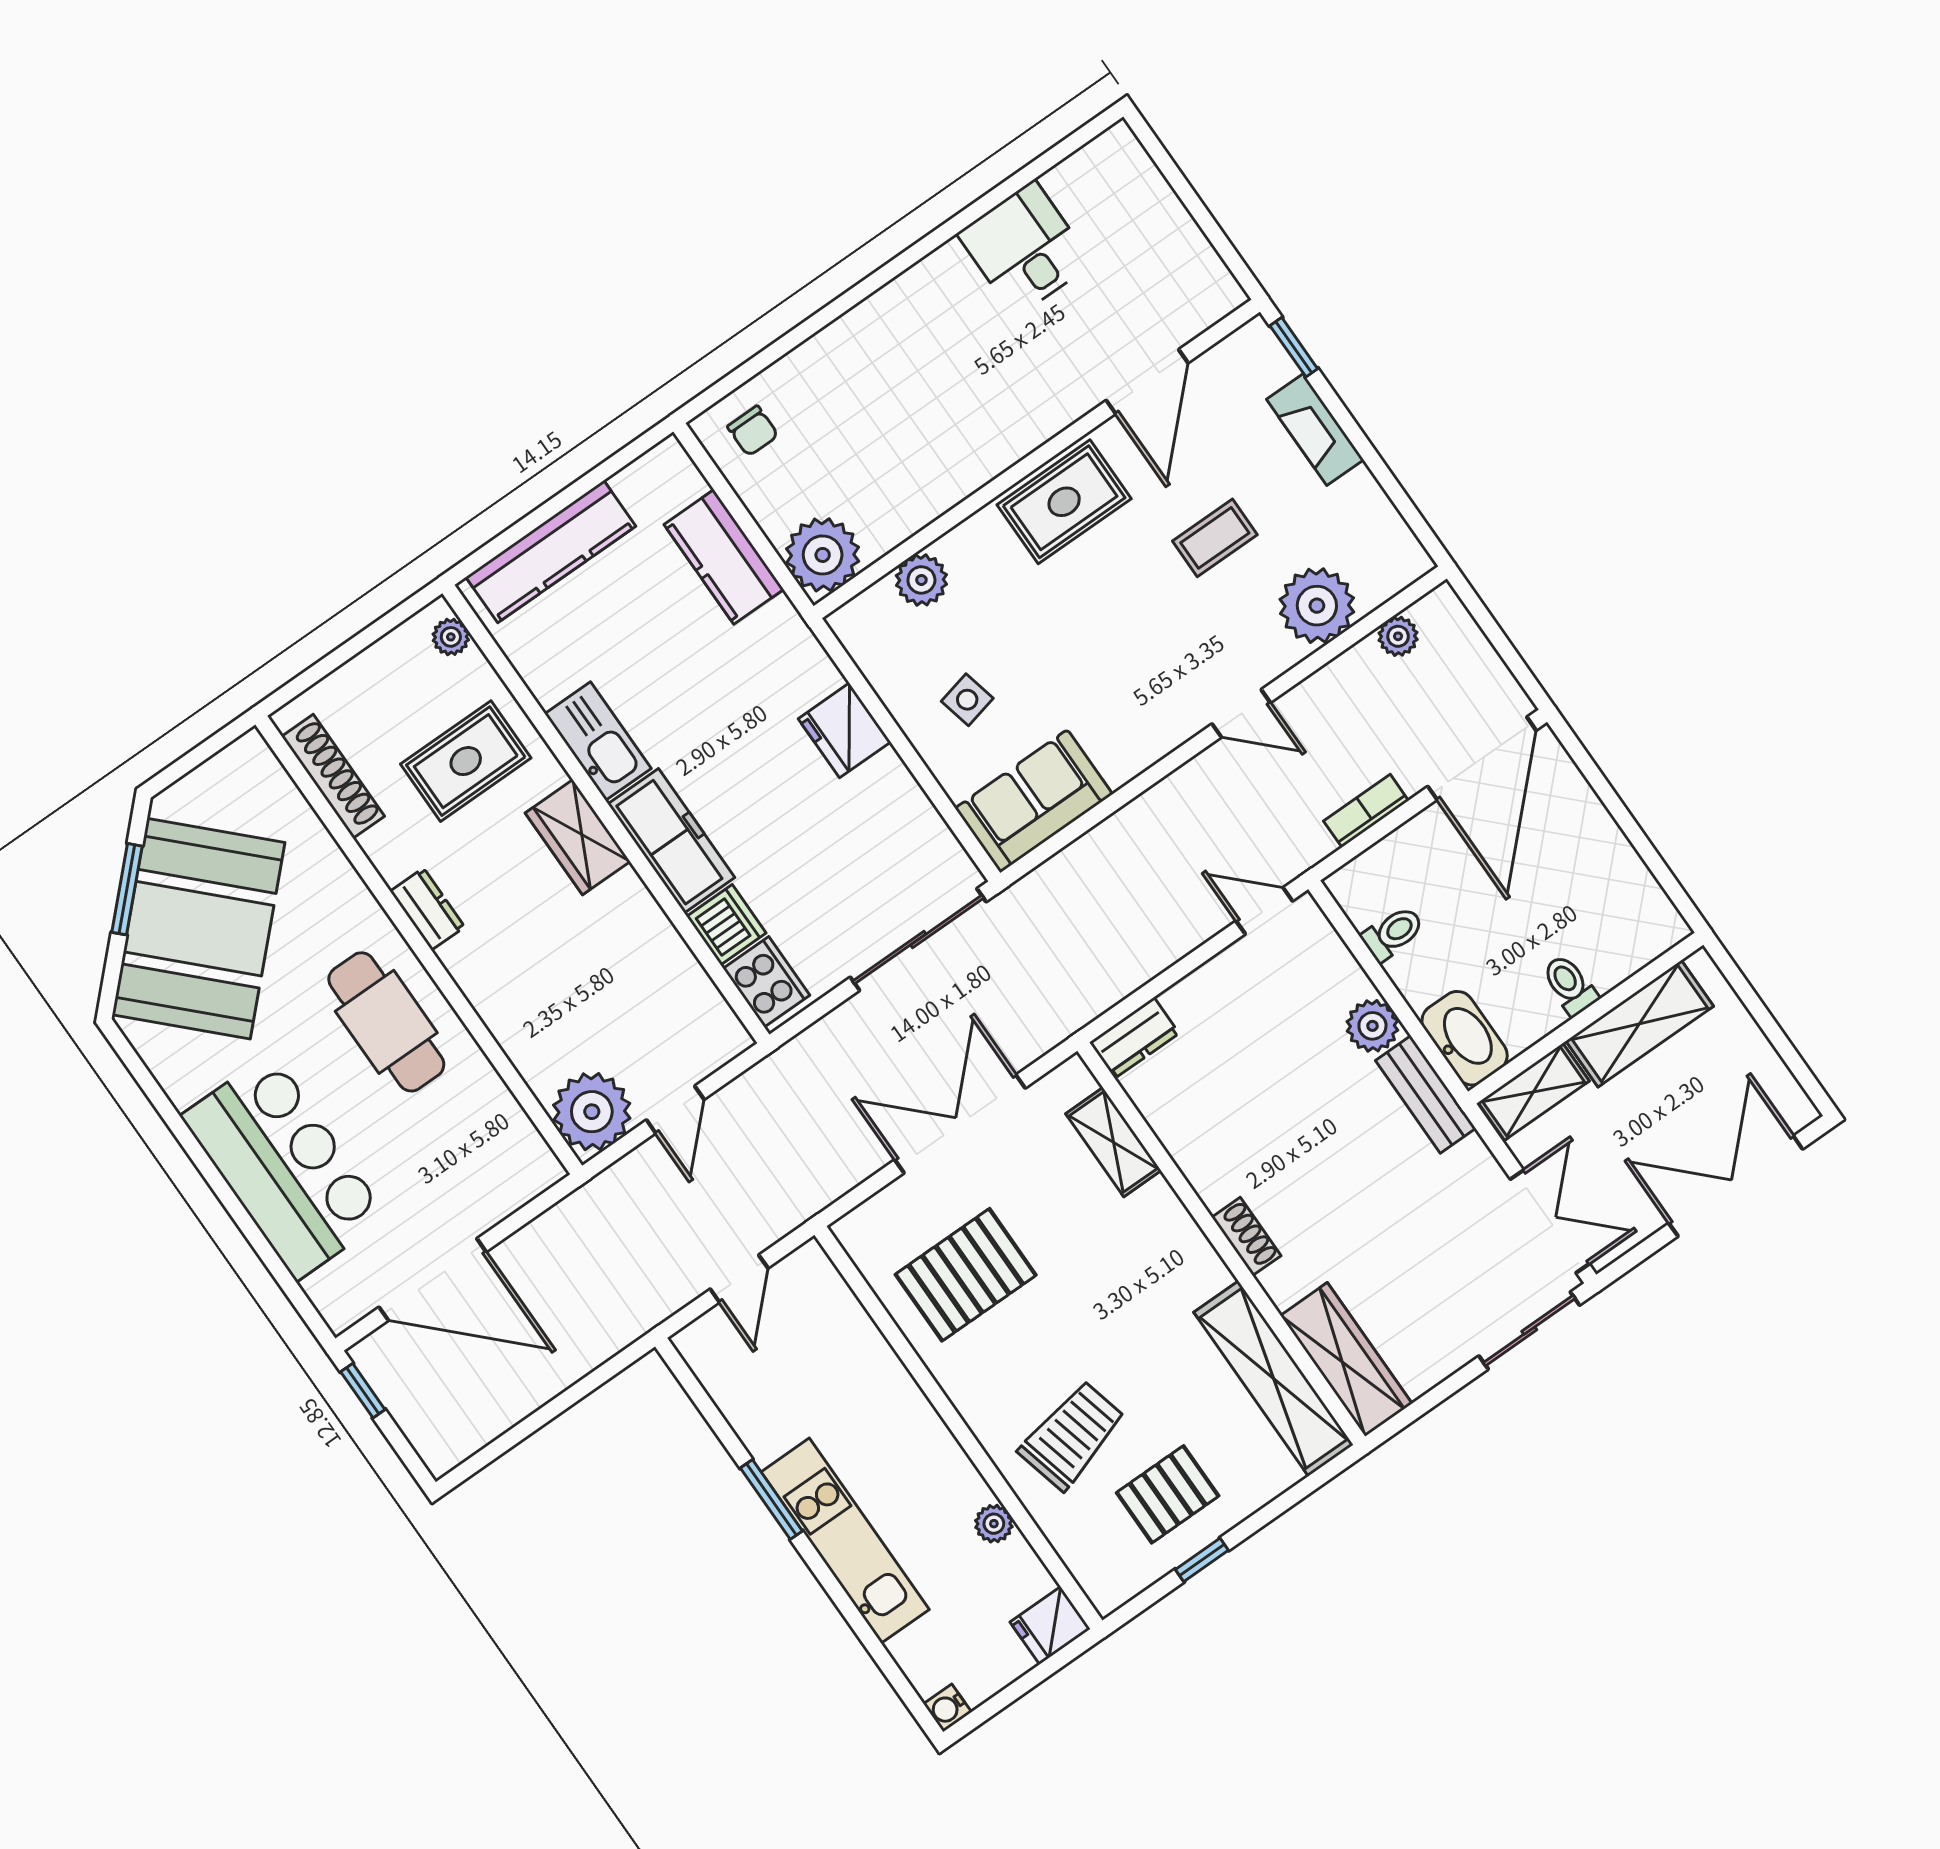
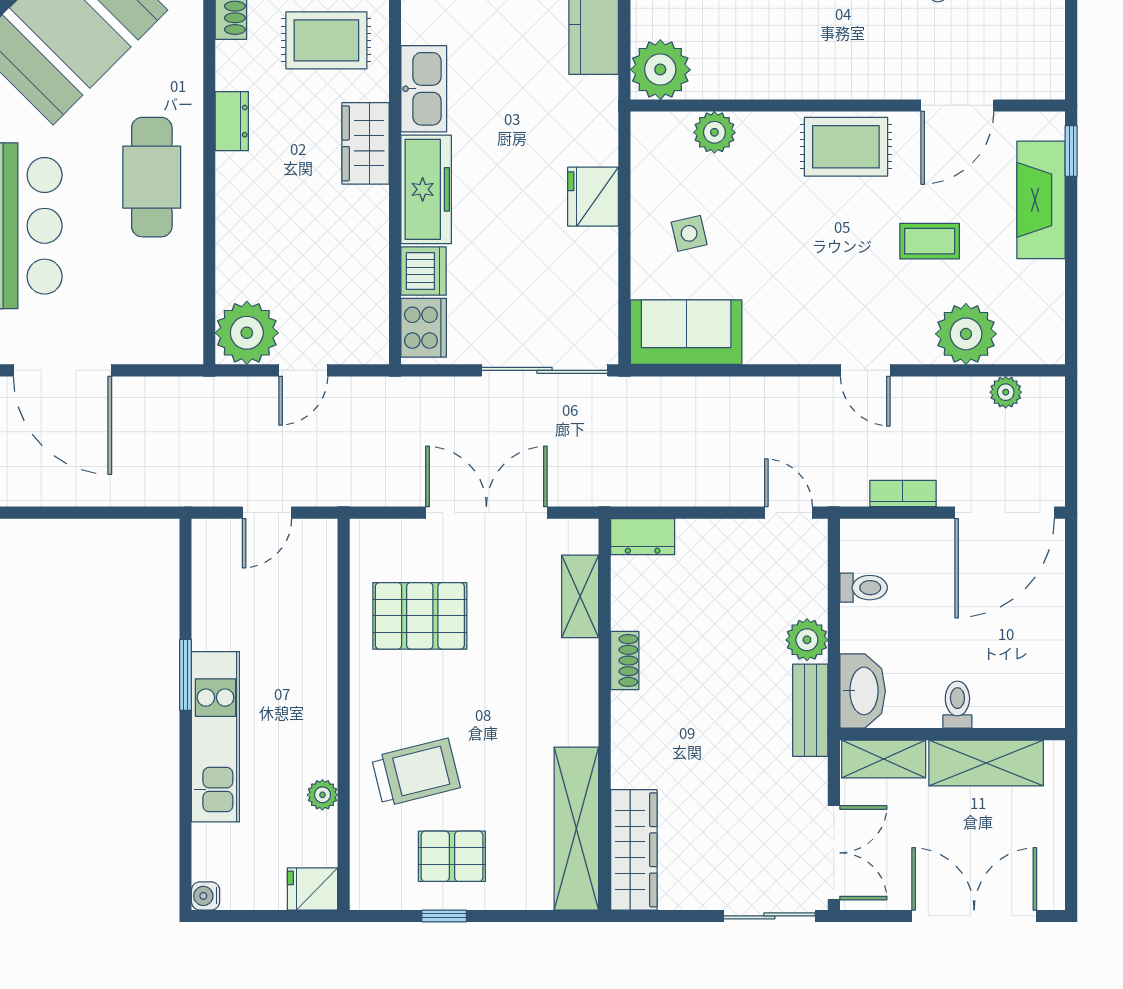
fireplace: (1315, 430) -> (1041, 200), width x1.37, depth x1.32
shoe rack: (1246, 1236) -> (625, 661), moved

